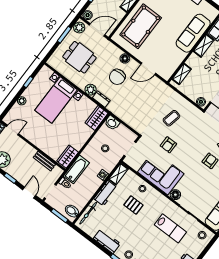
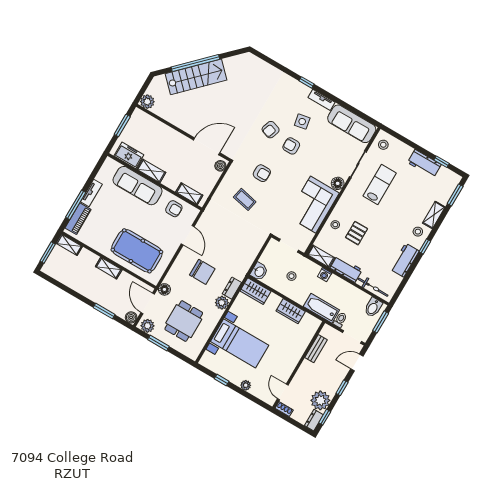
floor lamp: (125, 58) -> (164, 289), moved
armchair: (171, 60) -> (174, 209), added
armchair: (168, 145) -> (262, 173), moved
wardrobe: (68, 157) -> (291, 311), moved

